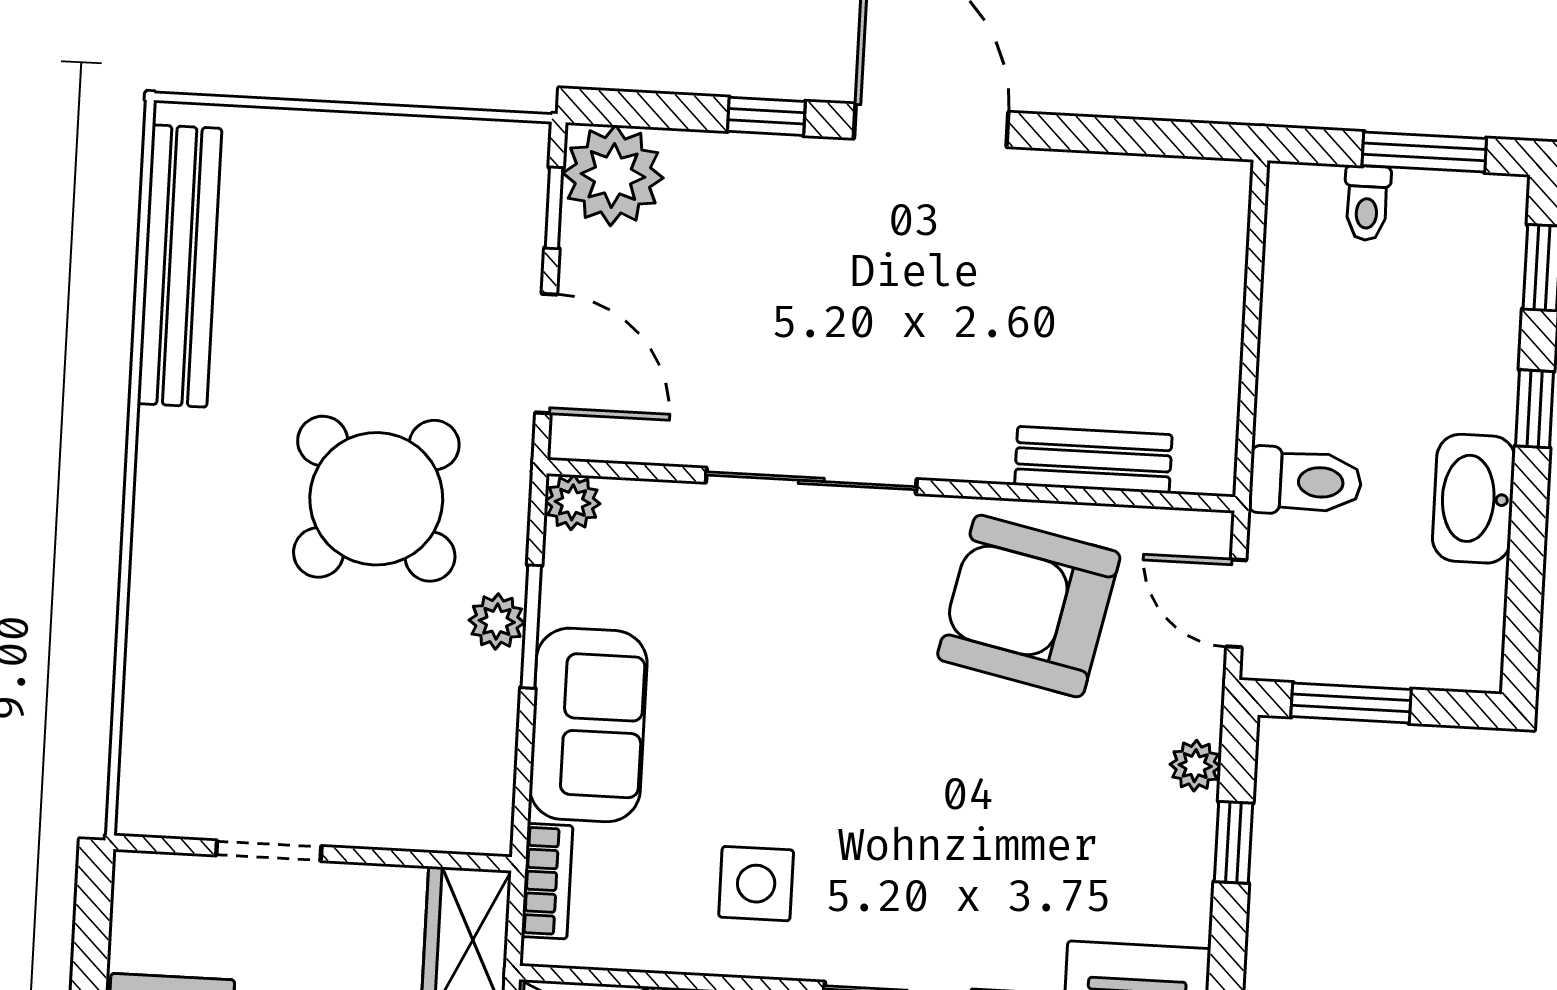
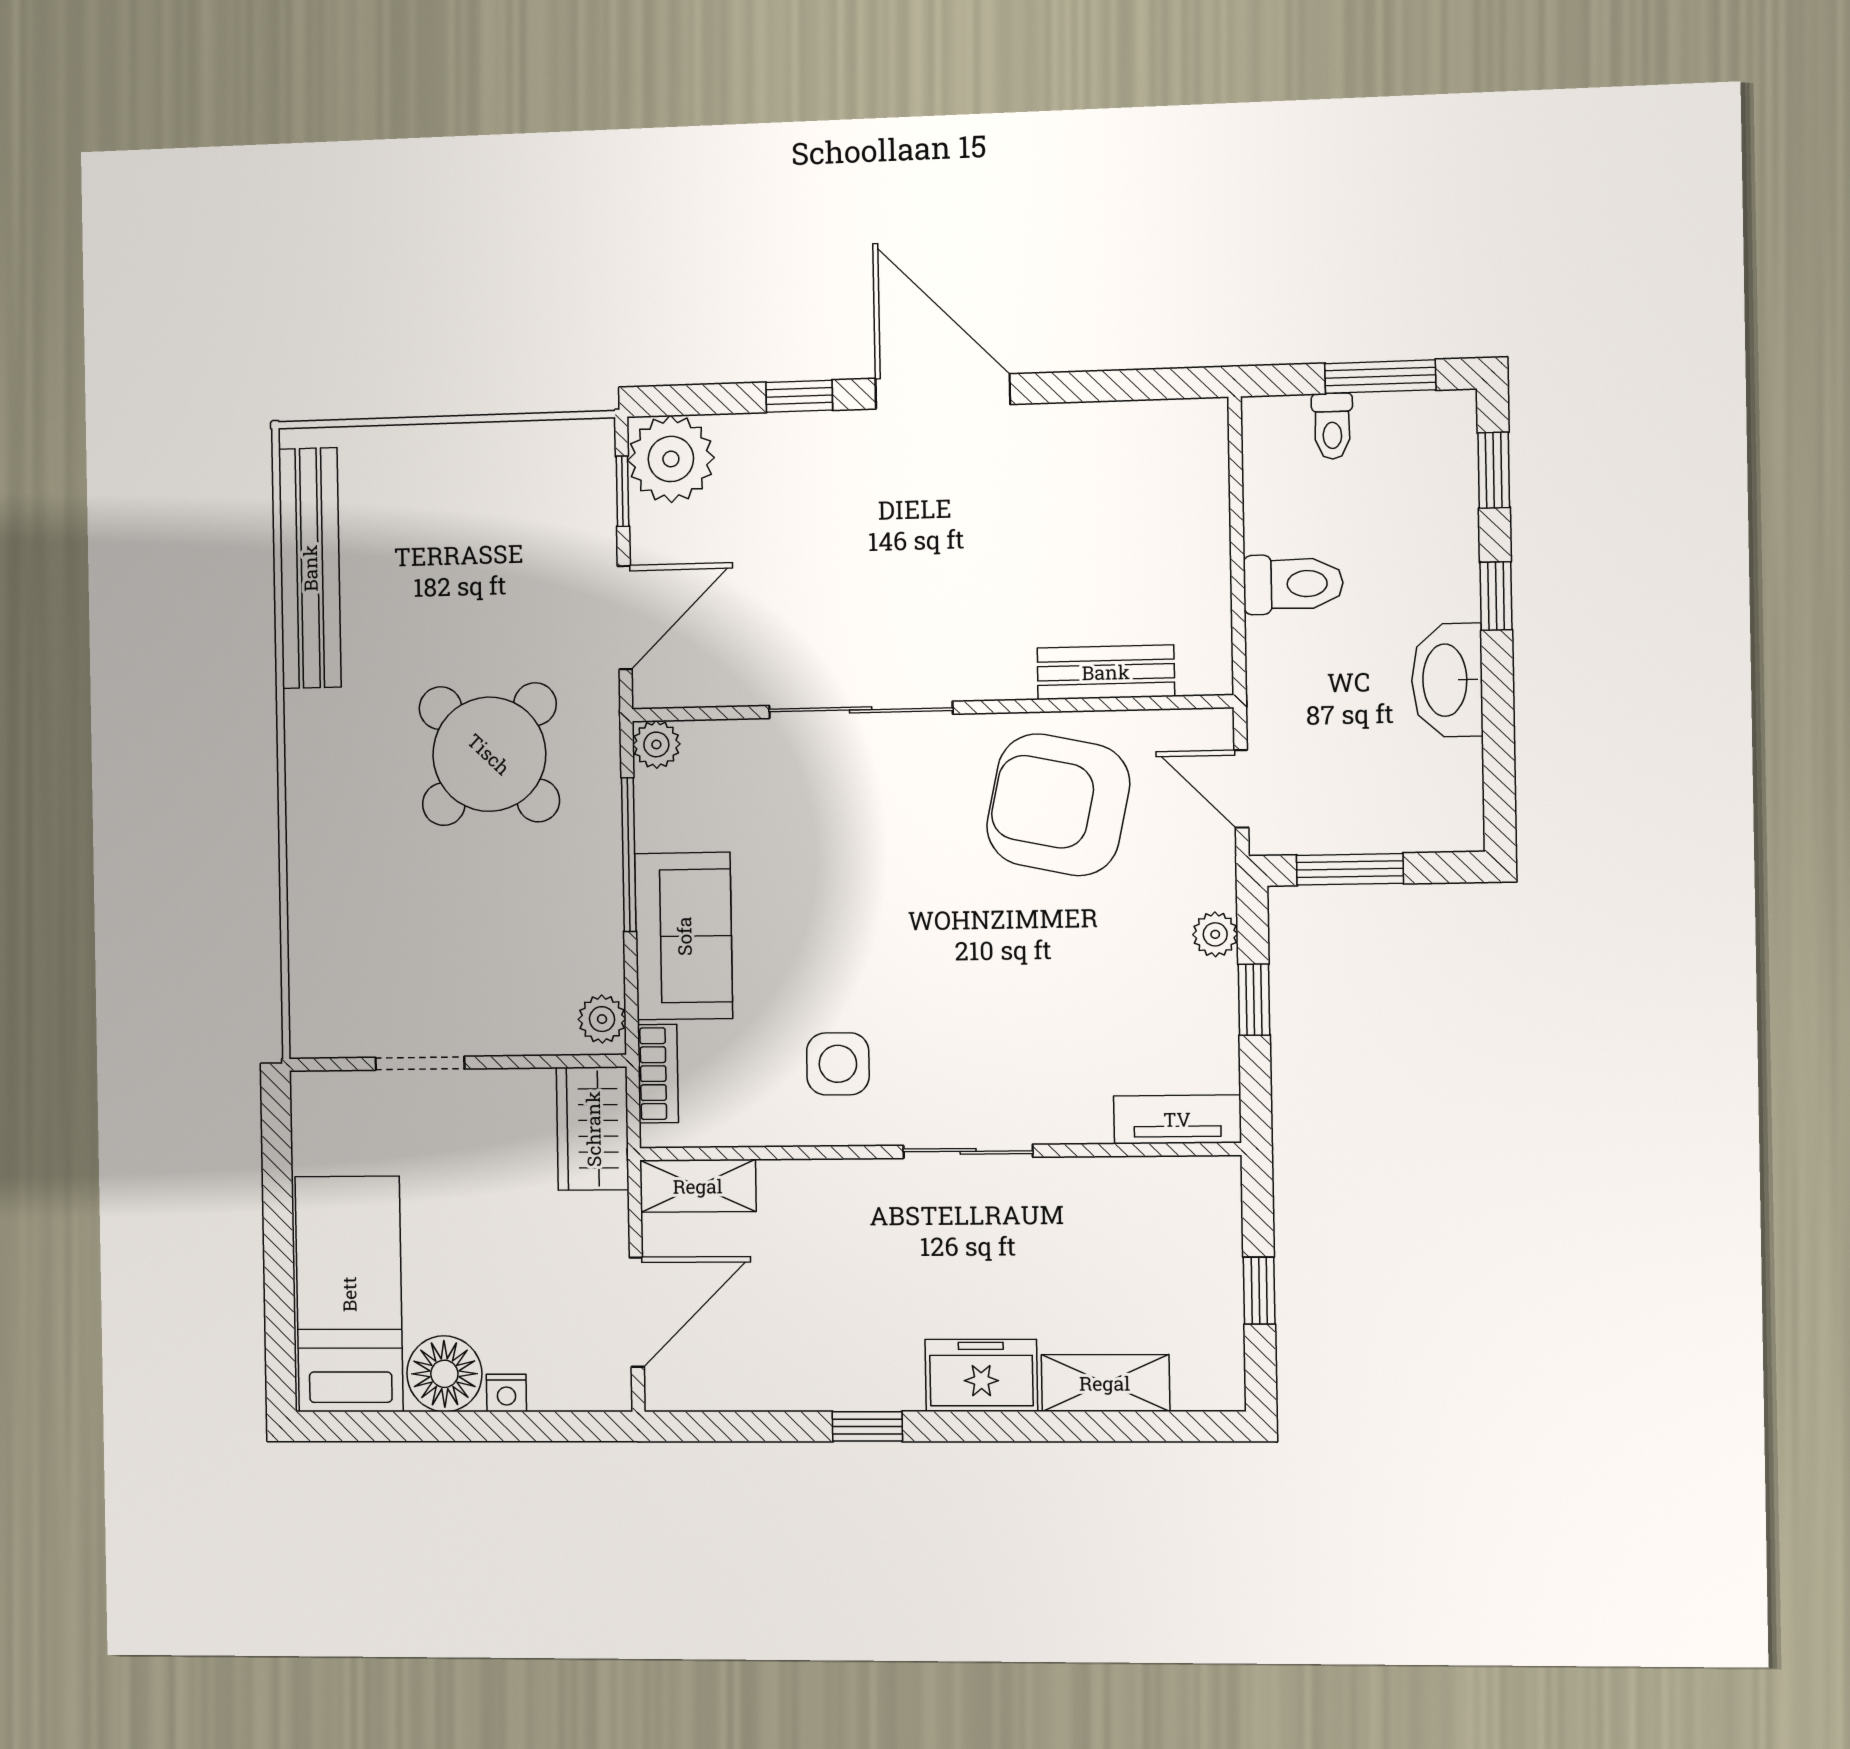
door: (546, 354) -> (625, 618), hinge flipped
toilet: (1305, 482) -> (1293, 584), moved
plant: (497, 621) -> (602, 1019), moved
window: (531, 627) -> (629, 855), width x1.44

